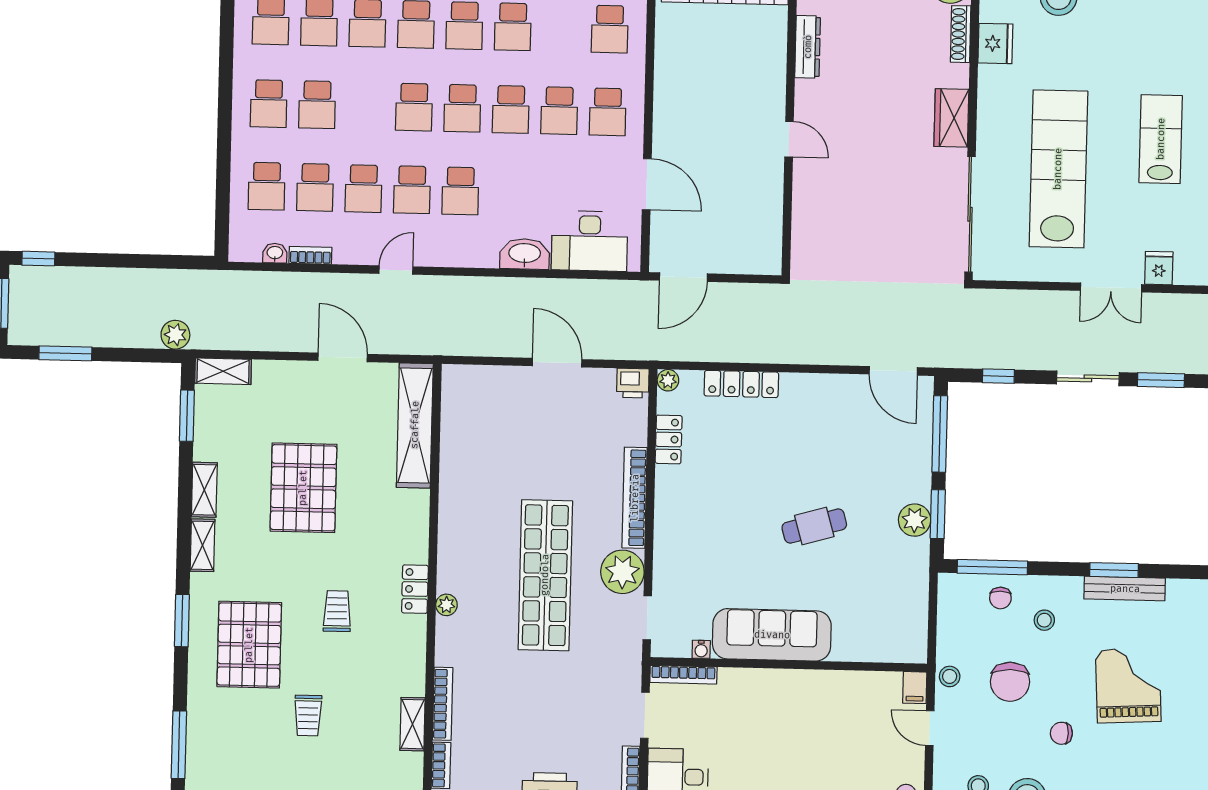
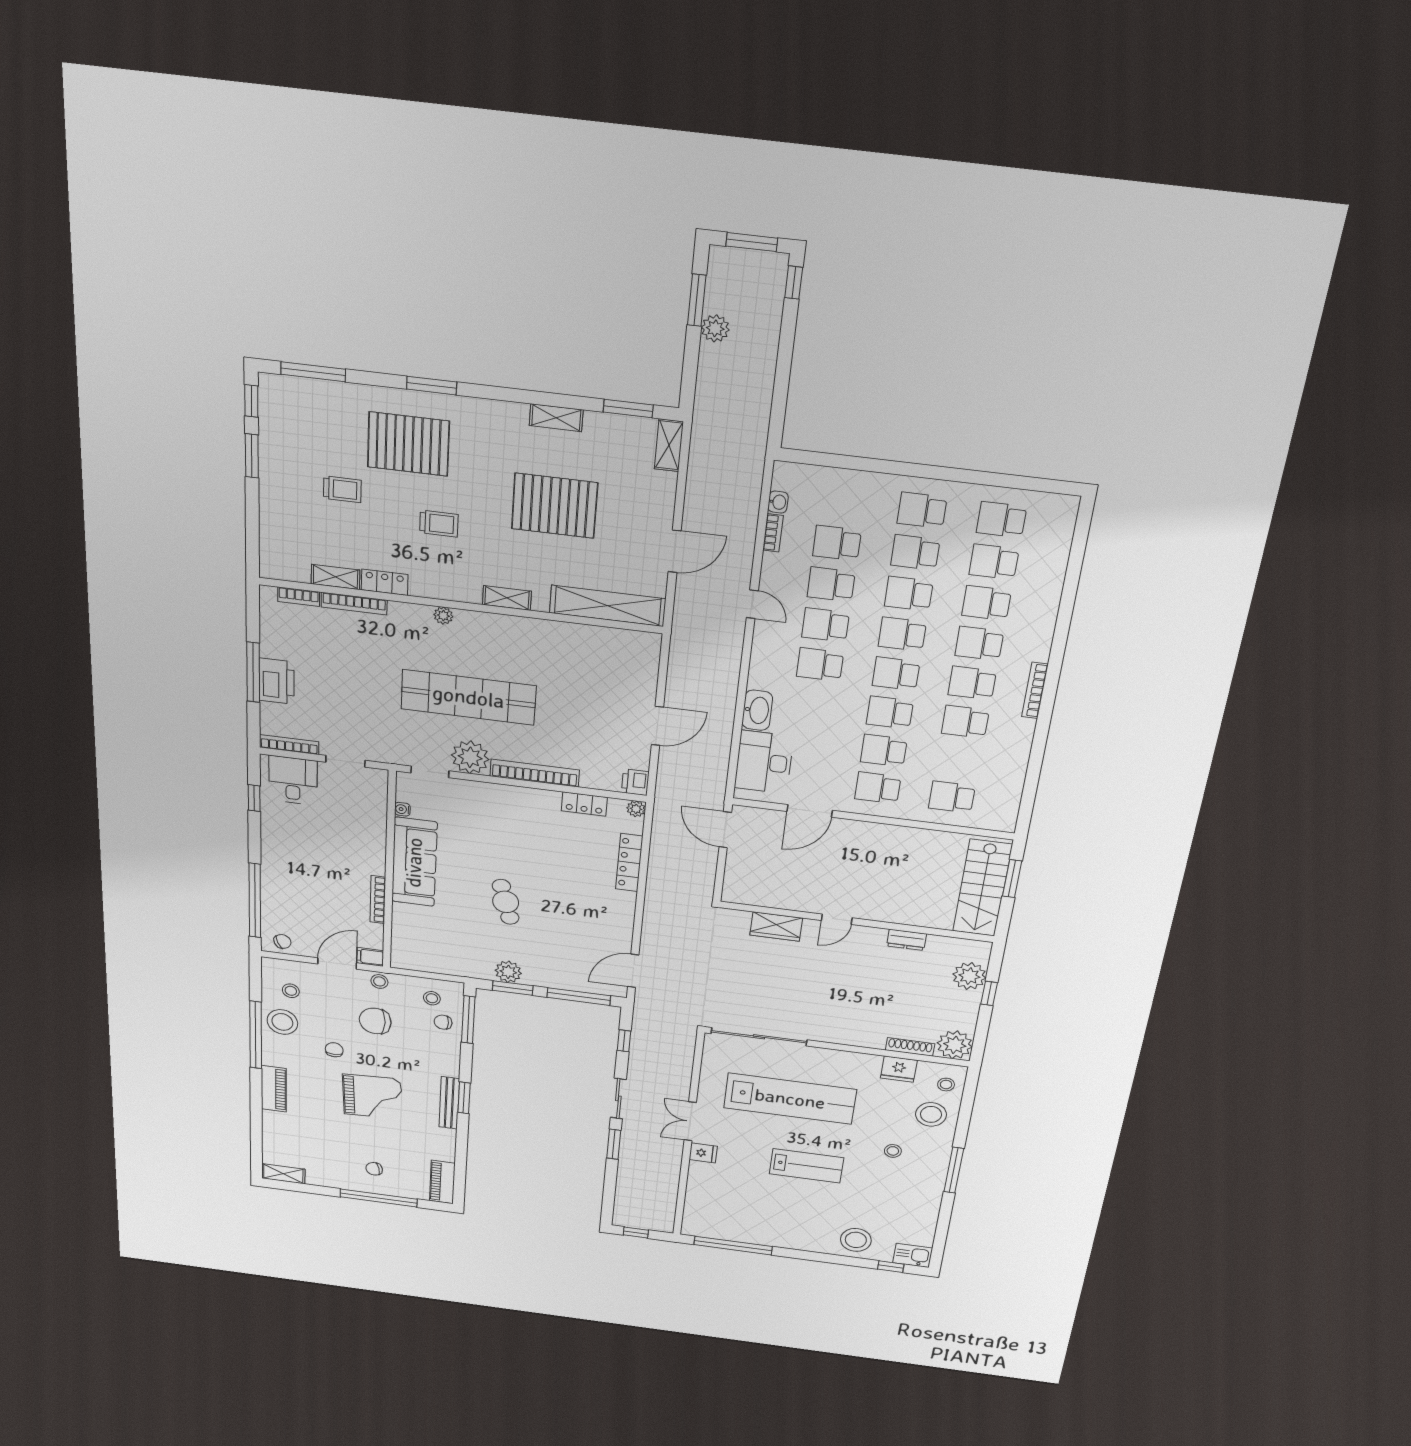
stool: (1122, 36) -> (893, 1151), added
dresser: (808, 47) -> (907, 940), width x0.70
wardrobe: (951, 118) -> (776, 927), moved, turned 180
school desk: (267, 186) -> (909, 594), moved
plant: (175, 335) -> (715, 328), moved
shelving: (202, 545) -> (507, 598), moved
locker: (415, 589) -> (385, 582), moved
stool: (1044, 620) -> (432, 998), moved
bookcase: (683, 675) -> (378, 900), moved
trolley: (308, 715) -> (342, 489), turned 180
door: (930, 728) -> (337, 963), width x1.38

